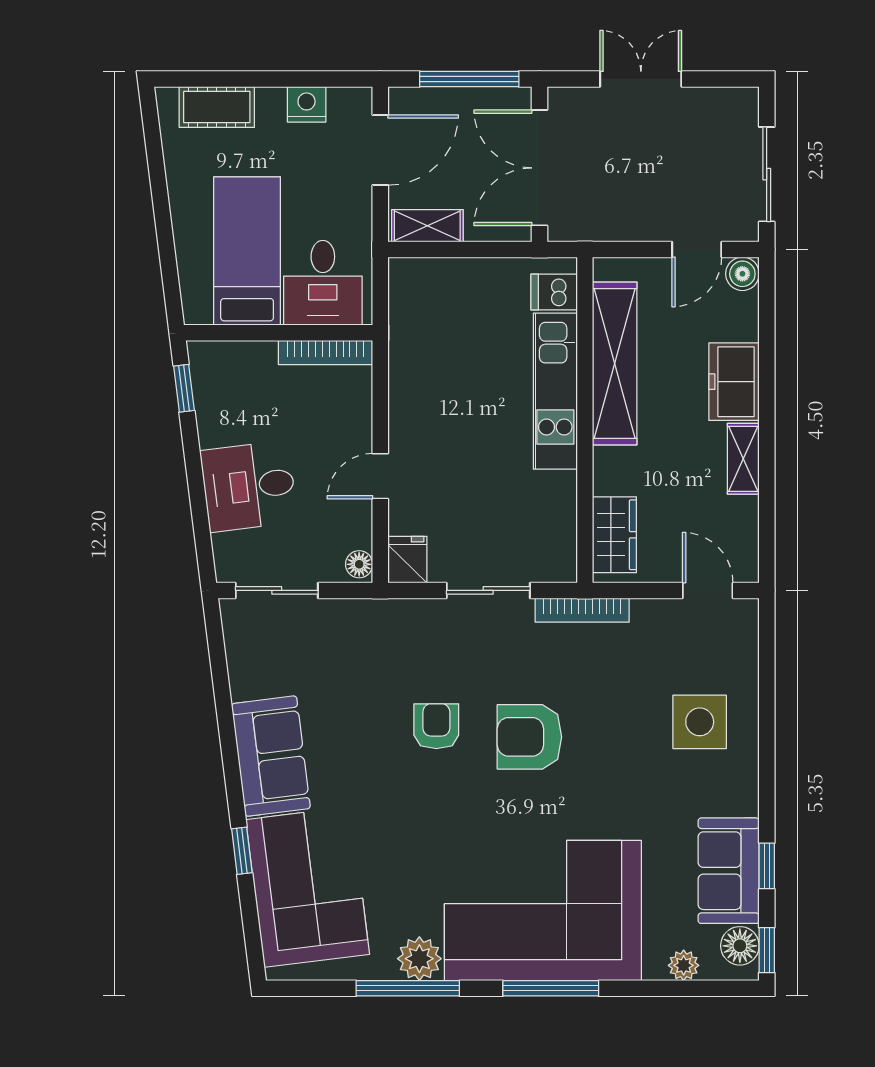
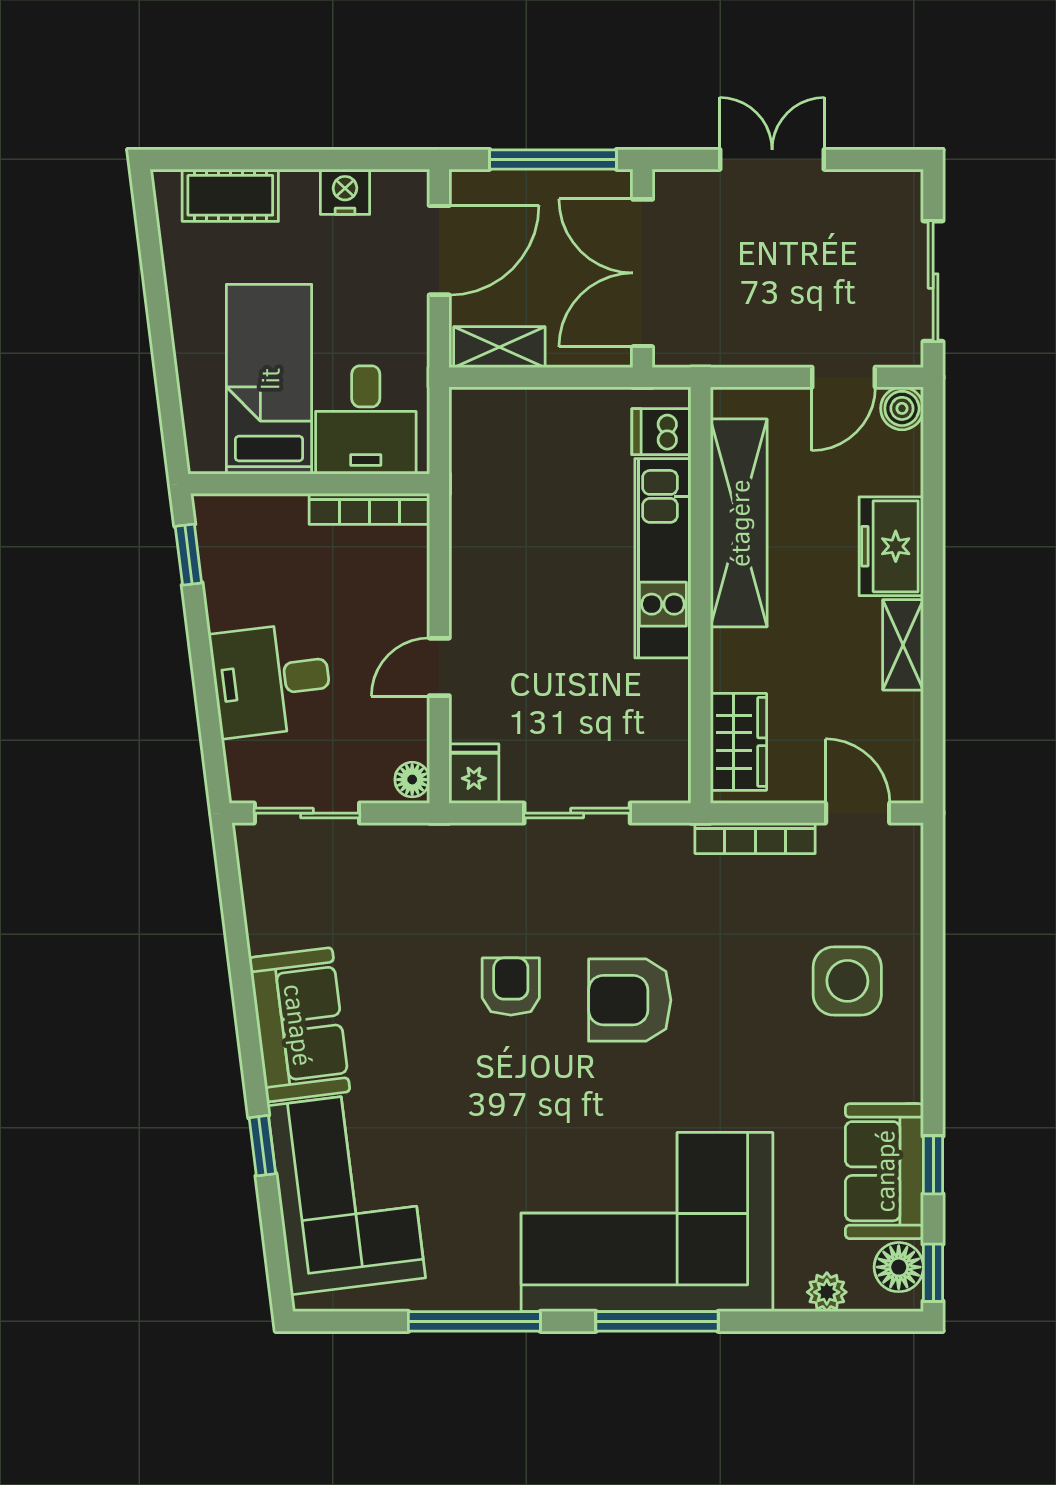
bookcase: (582, 610) -> (755, 838), moved
plant: (419, 959) -> (489, 1284), removed

